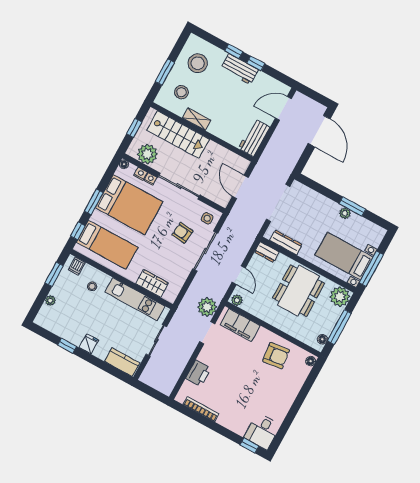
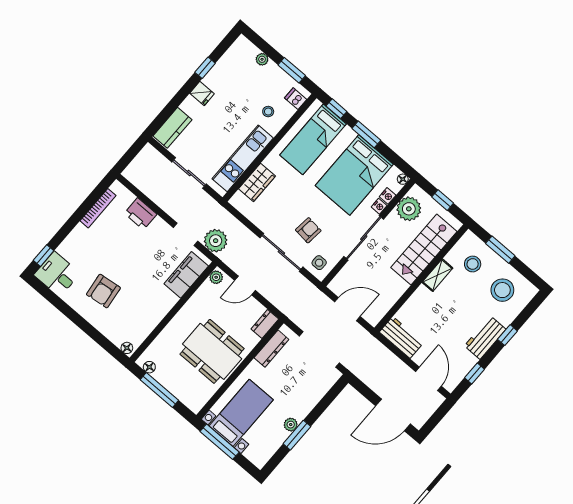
window: (256, 63) -> (474, 373), moved
plant: (340, 297) -> (195, 398), removed
armchair: (276, 356) -> (103, 291), moved

